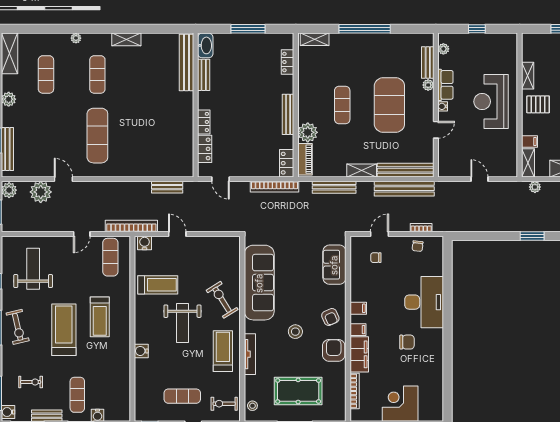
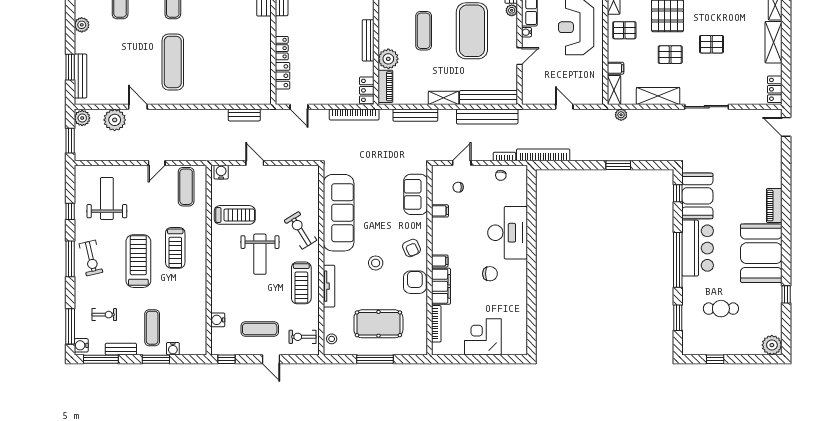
bookcase: (131, 226) -> (543, 155), moved
filing cabinet: (358, 308) -> (440, 211), moved
water cooler: (141, 351) -> (218, 320), moved
treadmill: (223, 351) -> (301, 283), turned 180

